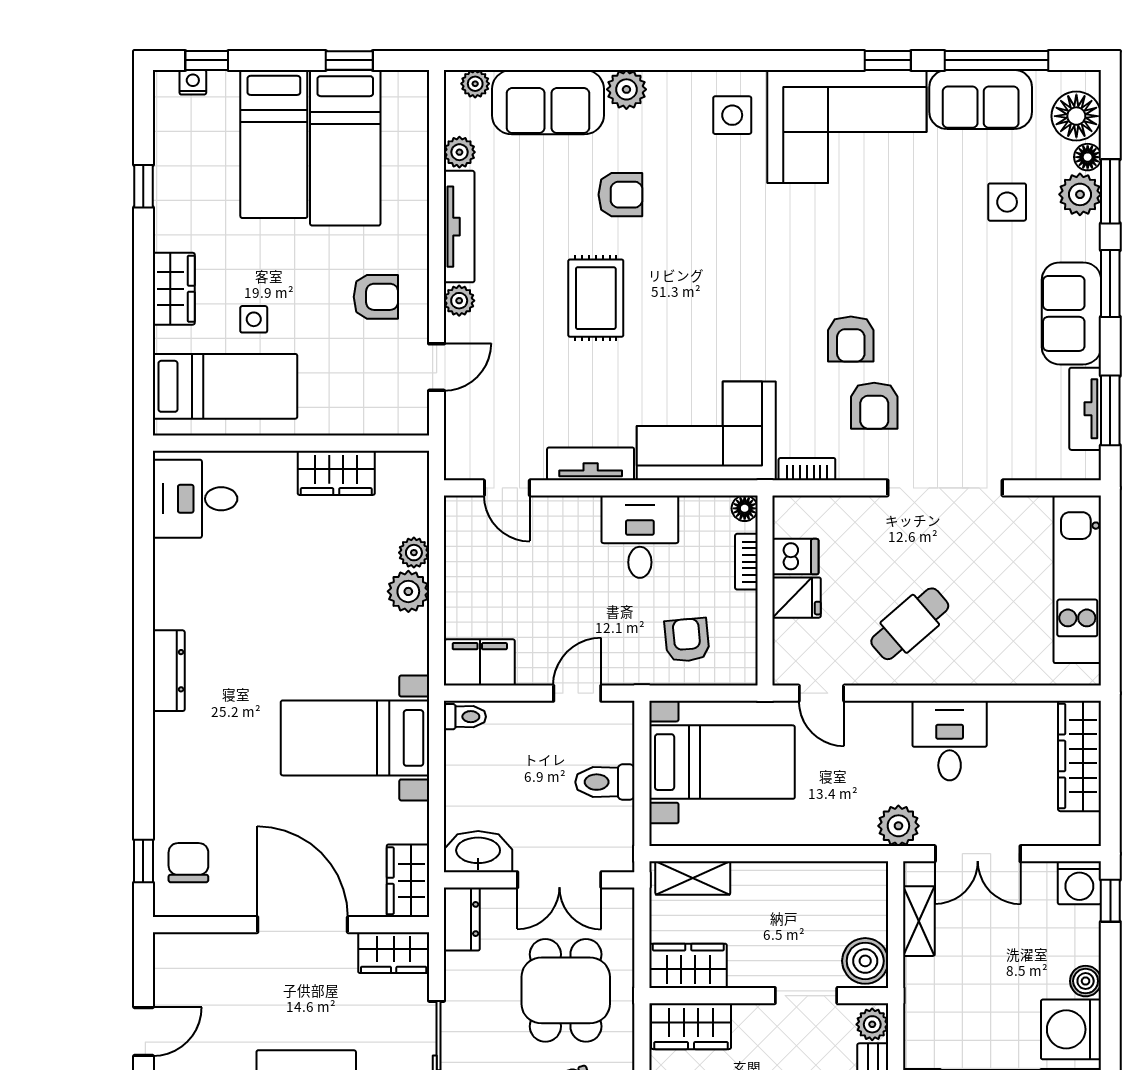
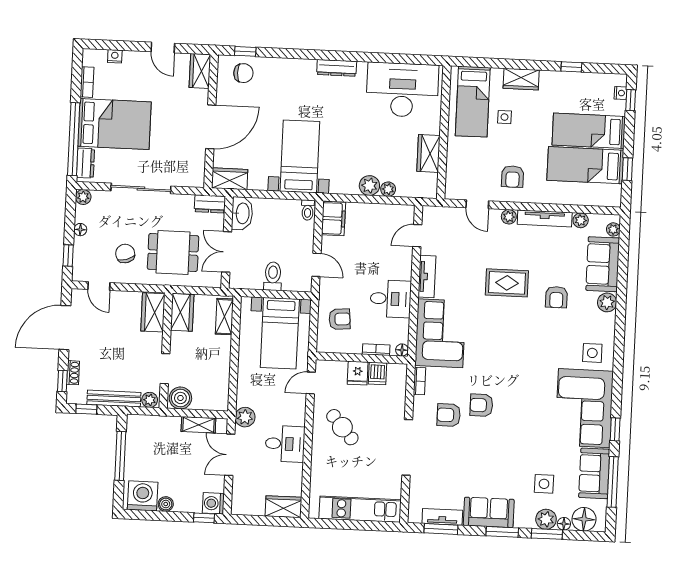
desk: (195, 499) -> (402, 90), width x1.87, depth x1.30
wardrobe: (1080, 756) -> (284, 507), width x0.67
wardrobe: (394, 953) -> (200, 71), moved

